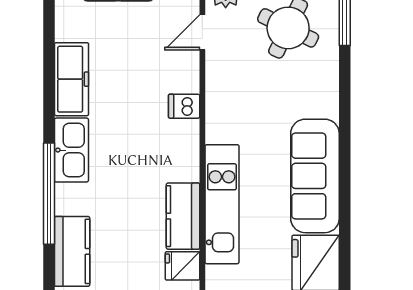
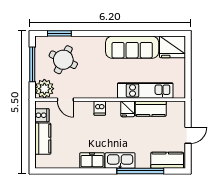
freezer: (72, 79) -> (92, 160), width x0.71
fridge: (183, 266) -> (128, 109), moved

